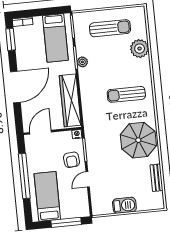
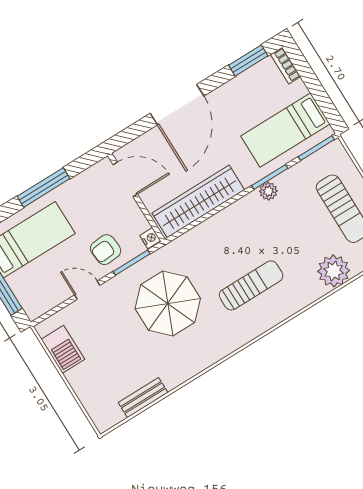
door: (15, 87) -> (177, 105), hinge flipped
sun lounger: (126, 94) -> (251, 285), turned 90
parasol: (138, 140) -> (168, 303), moved
window: (24, 176) -> (44, 187), width x0.68
barbecue: (124, 205) -> (63, 349), moved

